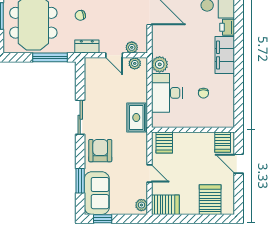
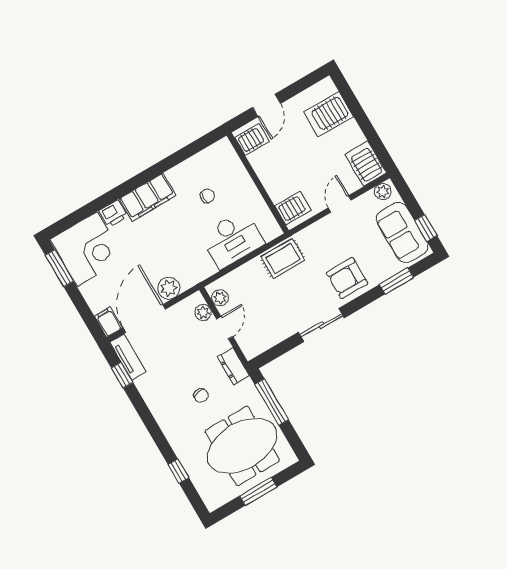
plant: (160, 64) -> (169, 288), moved
sofa: (97, 193) -> (402, 232), moved, turned -90

